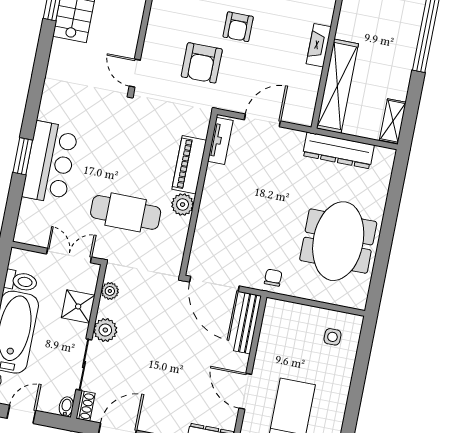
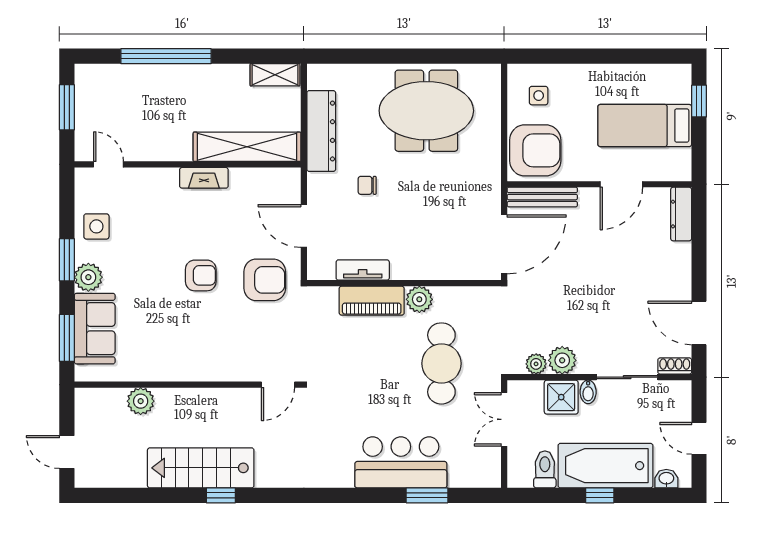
armchair: (202, 63) -> (265, 280), moved
tv unit: (220, 141) -> (363, 270), moved
window: (23, 156) -> (427, 495), moved
chair: (273, 278) -> (367, 185), moved
armchair: (287, 325) -> (535, 150), added
plant: (105, 330) -> (562, 360), moved
bidet: (66, 407) -> (588, 392), moved, turned -90

